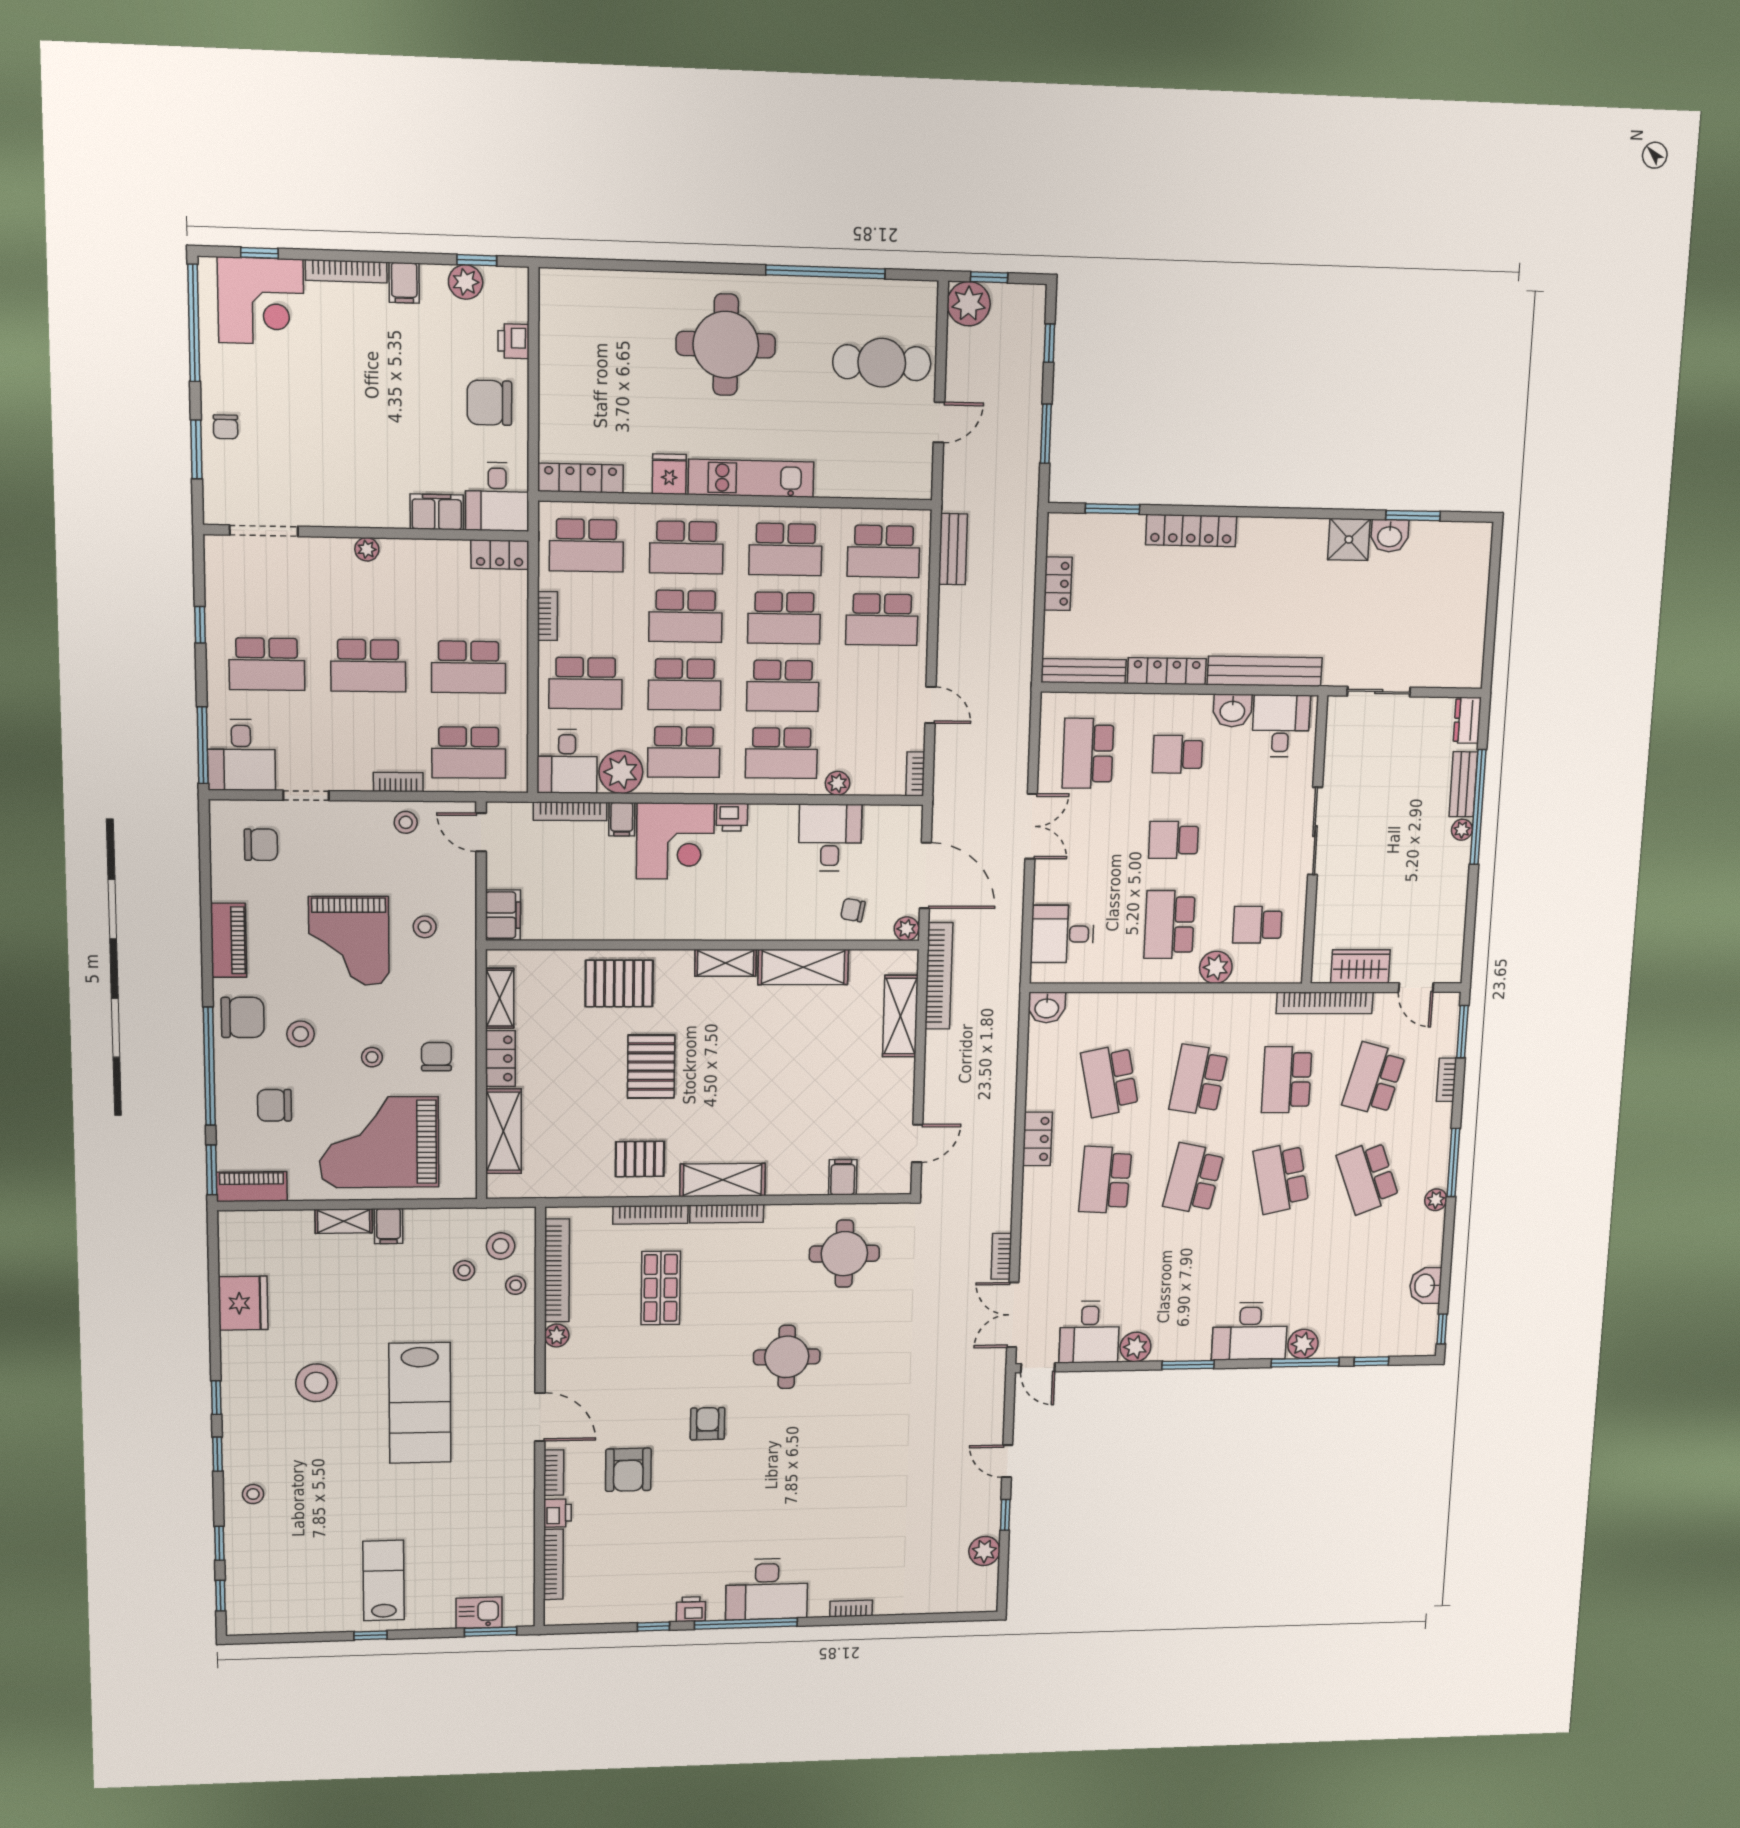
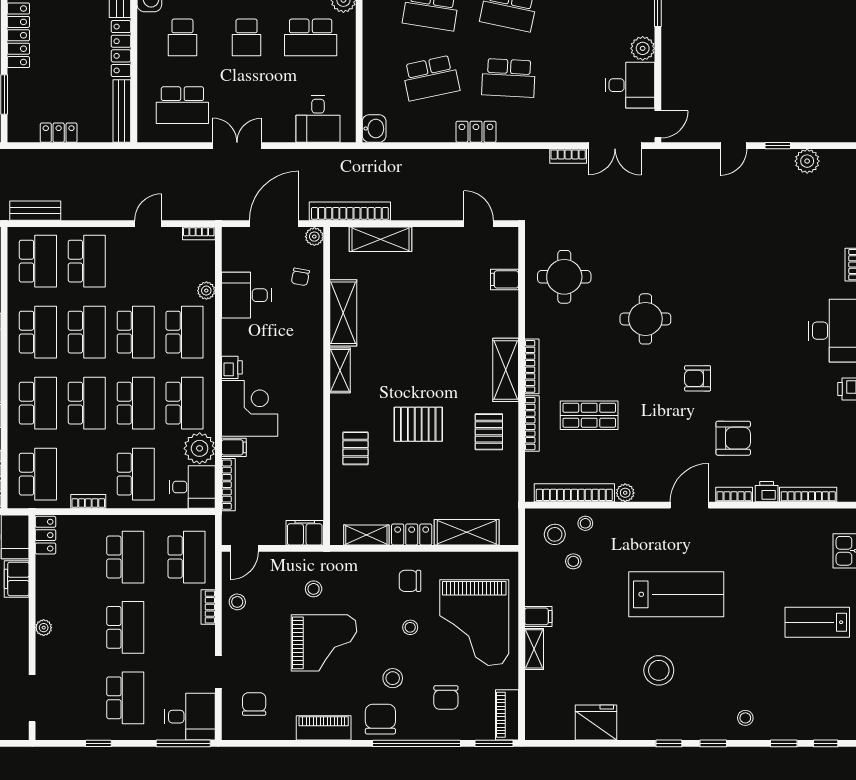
pallet: (619, 983) -> (355, 448), width x0.67, depth x0.71

